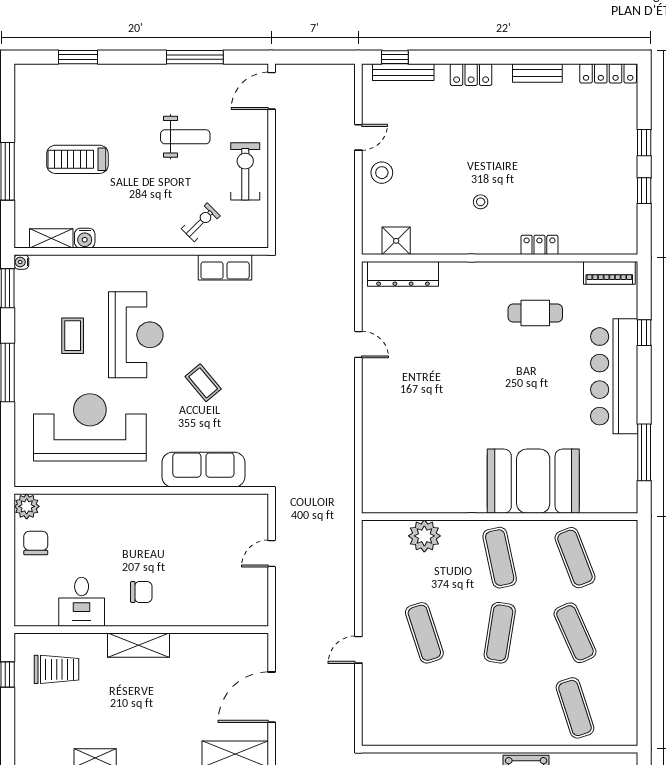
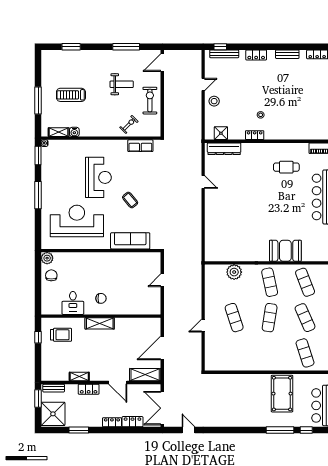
locker: (539, 245) -> (255, 135), moved
coffee table: (73, 336) -> (69, 178), removed
booth: (533, 481) -> (285, 251), width x0.73, depth x0.70

